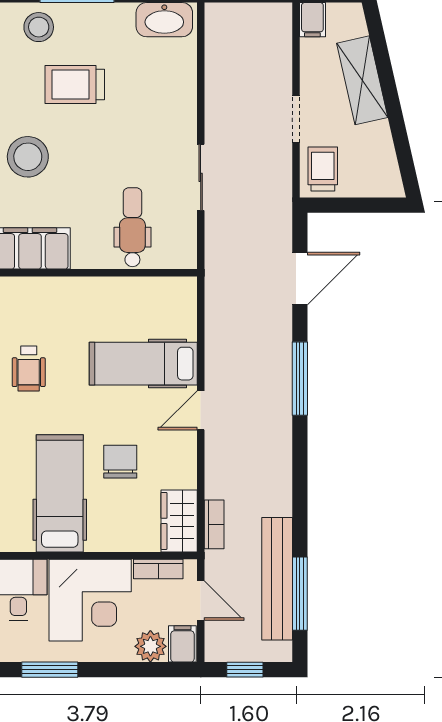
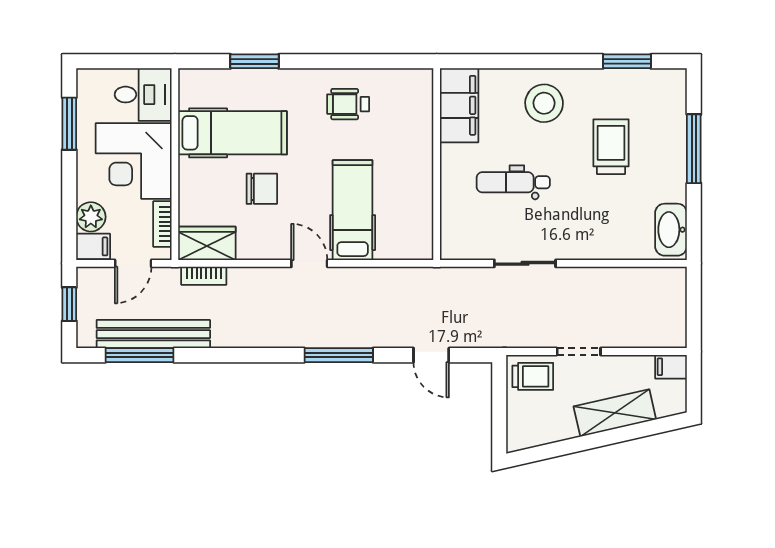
stool: (39, 27) -> (664, 113), removed
dental chair: (132, 227) -> (513, 182), moved, turned 180
door: (300, 279) -> (431, 355), width x0.73

